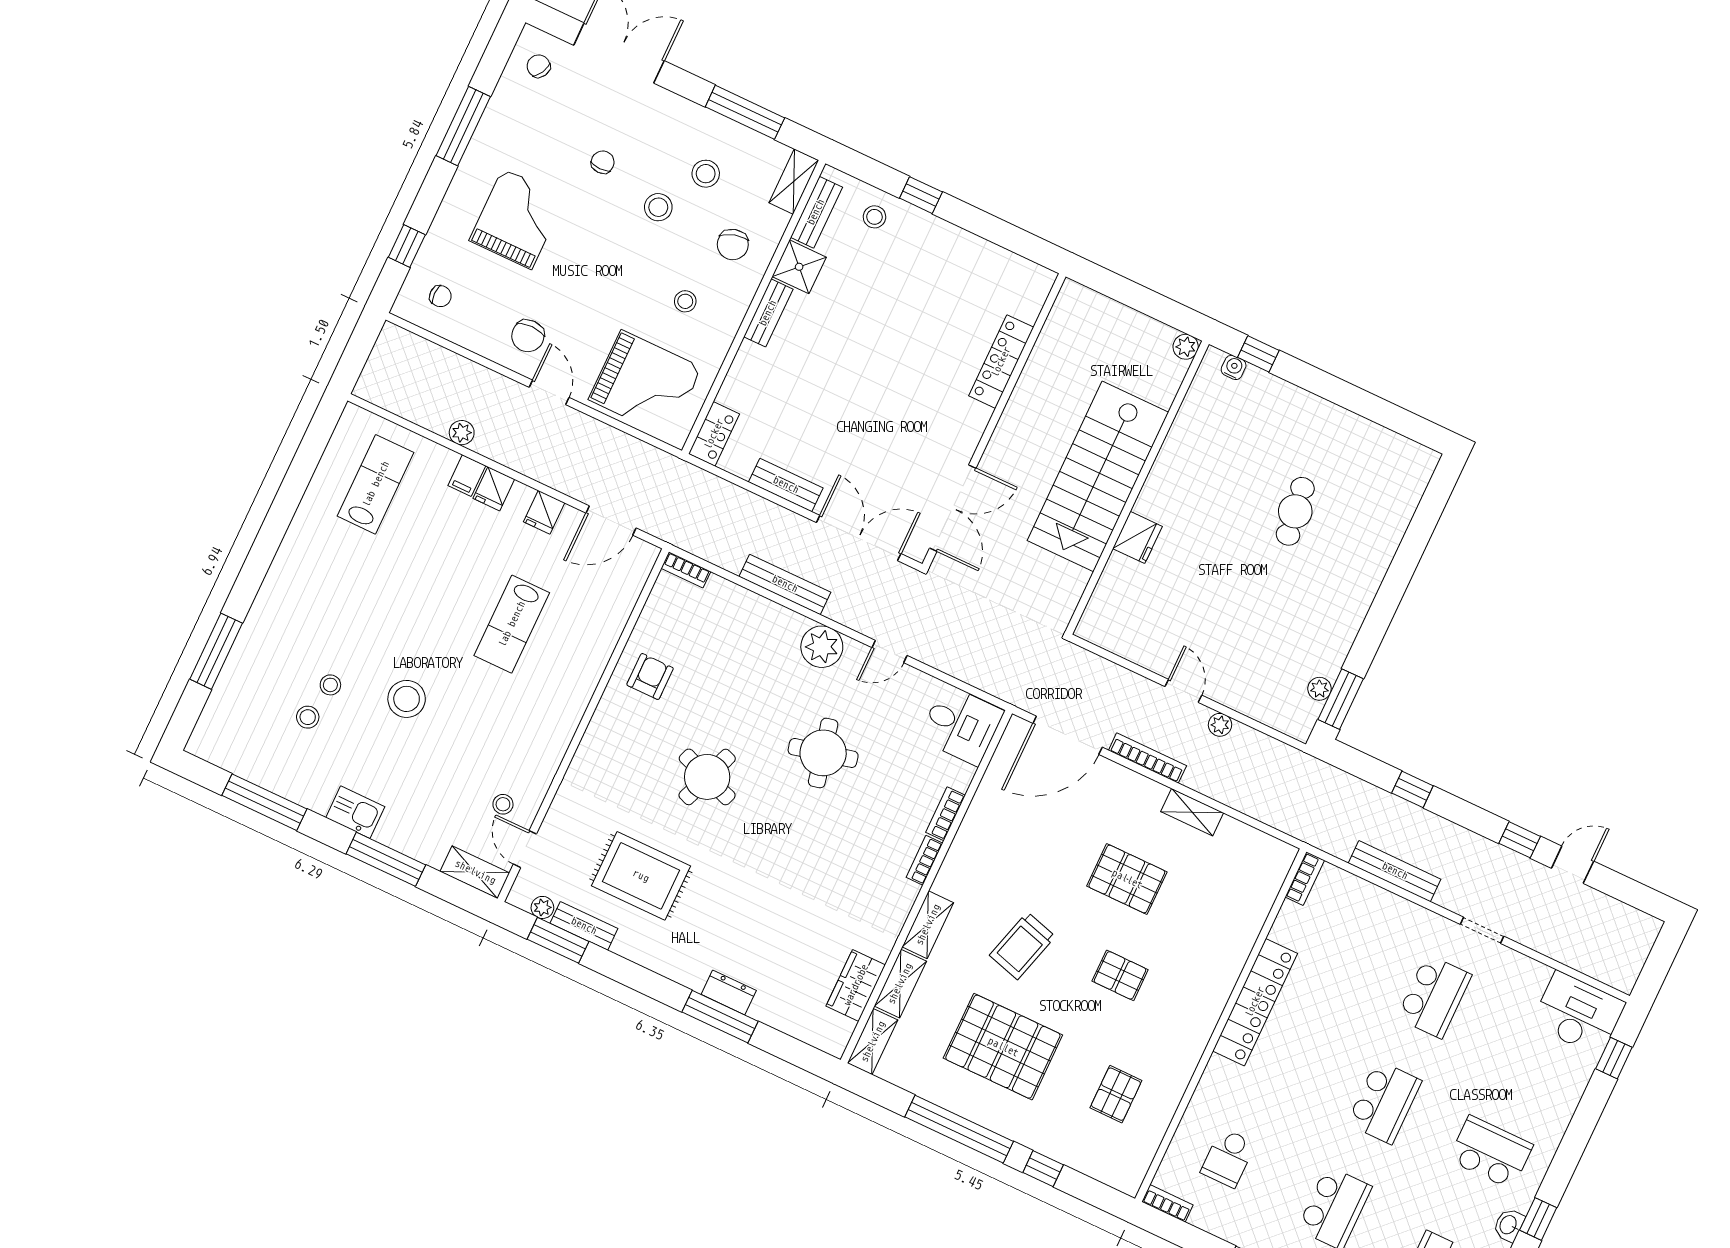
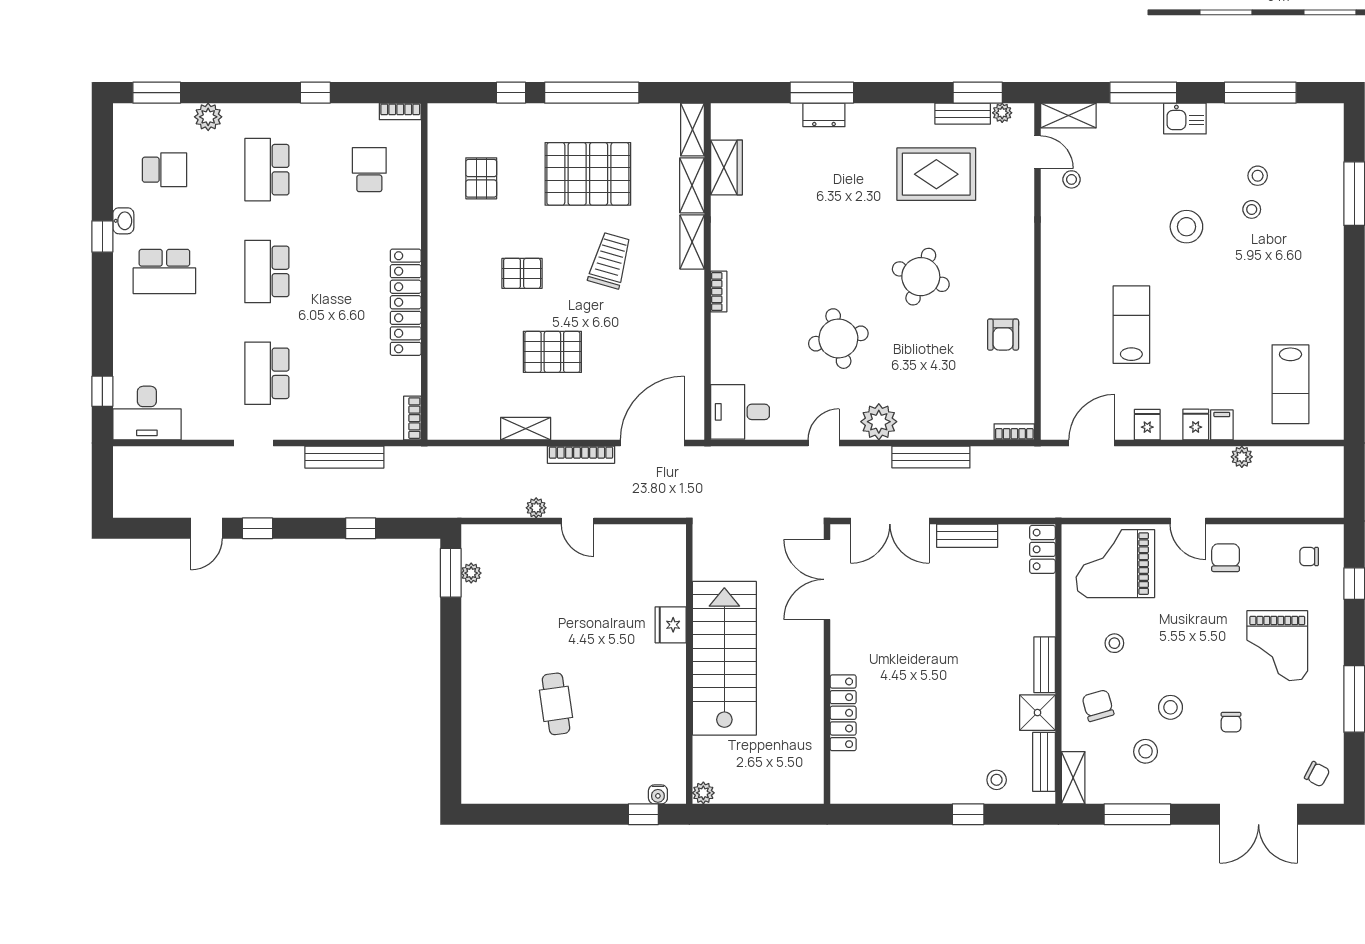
bookcase: (946, 814) -> (719, 336), removed

